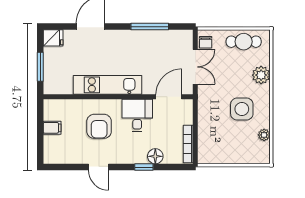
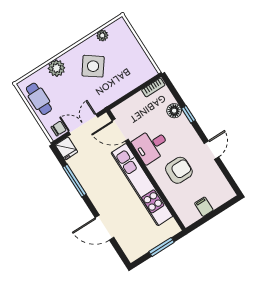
fridge: (53, 38) -> (67, 148), moved, turned 180
kitchen unit: (108, 85) -> (142, 185), width x1.36
side table: (242, 109) -> (93, 66), turned 36
bookcase: (188, 144) -> (153, 87), width x0.64

